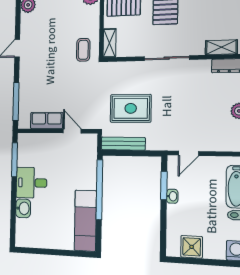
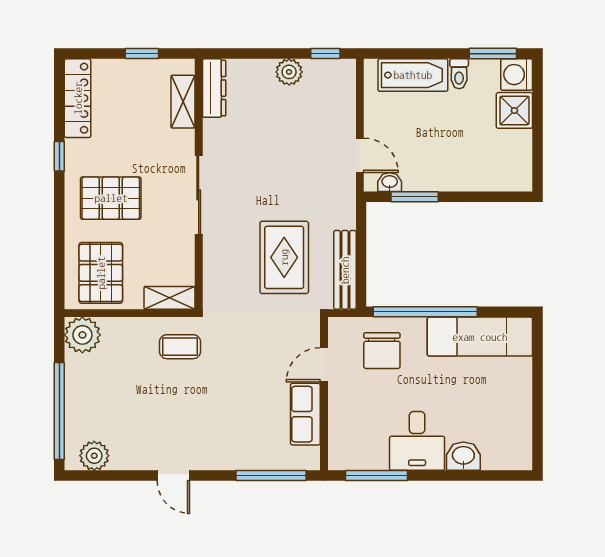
chair: (79, 164) -> (382, 351), added
washbasin: (172, 196) -> (390, 182), moved
shower: (192, 247) -> (514, 110), moved

